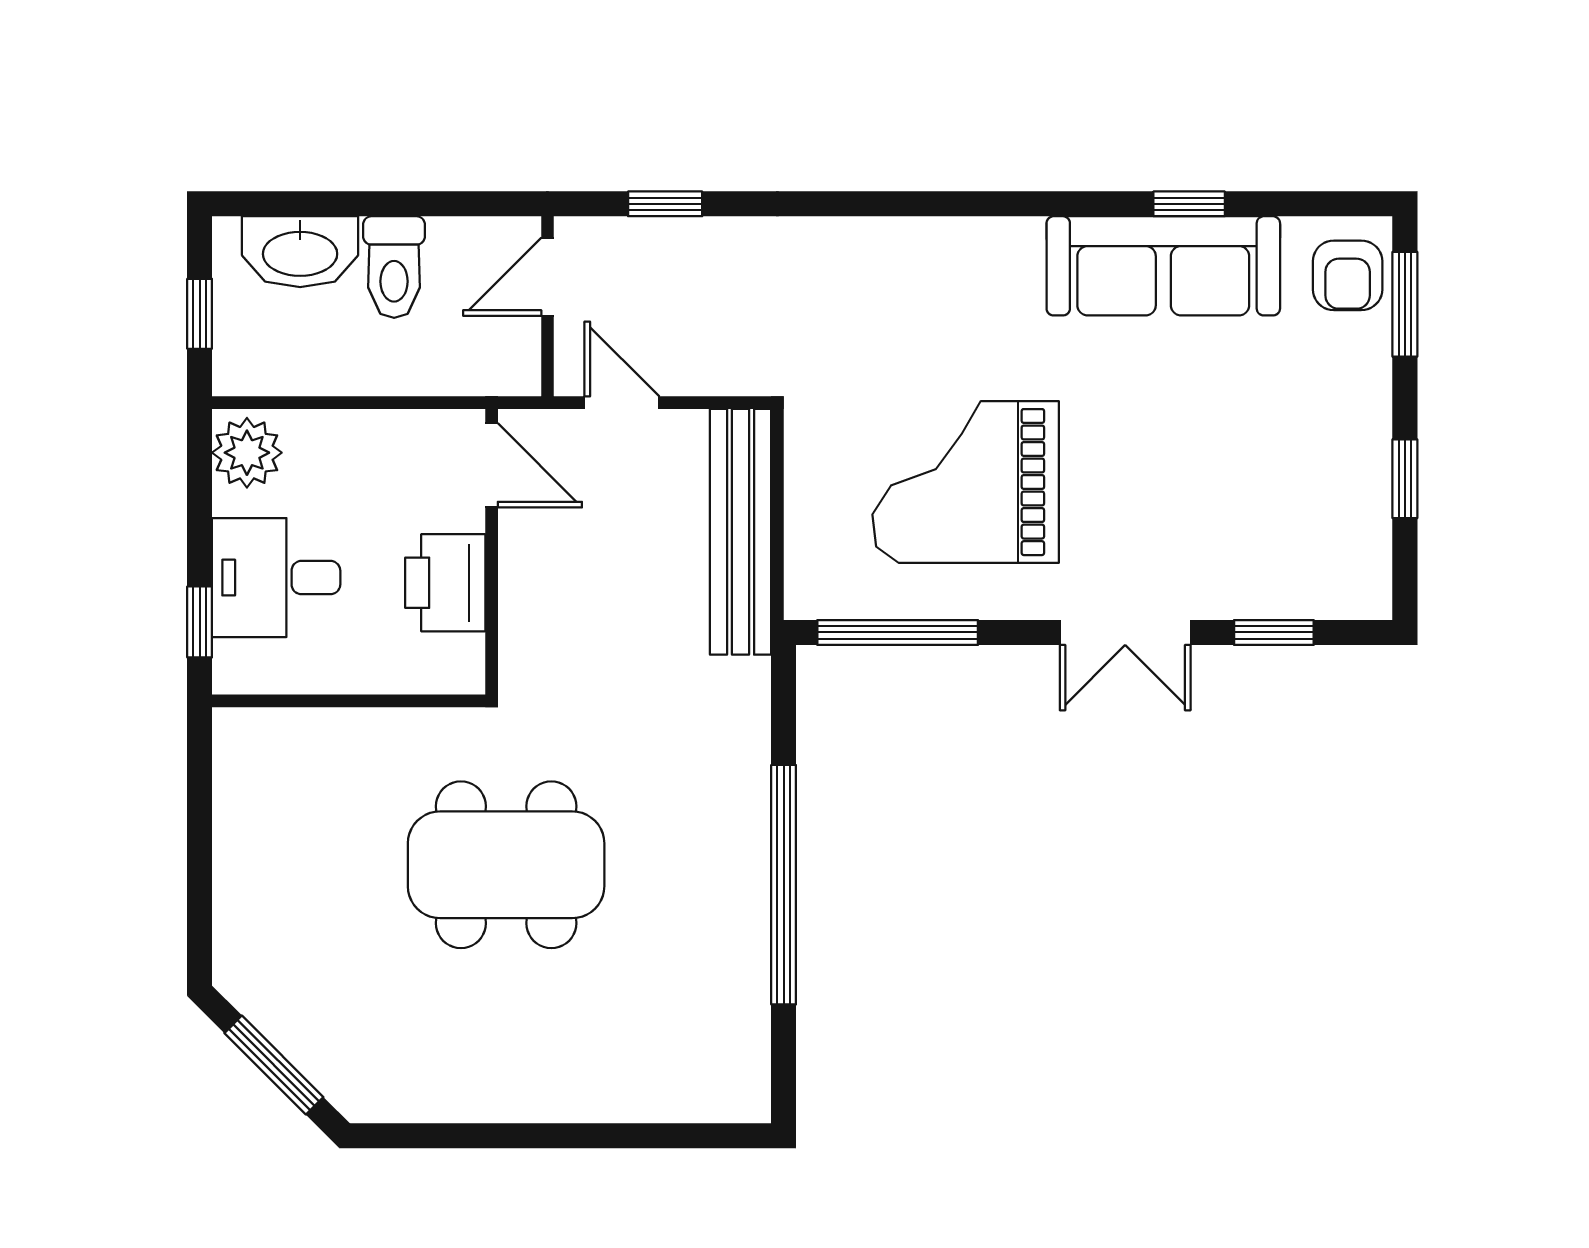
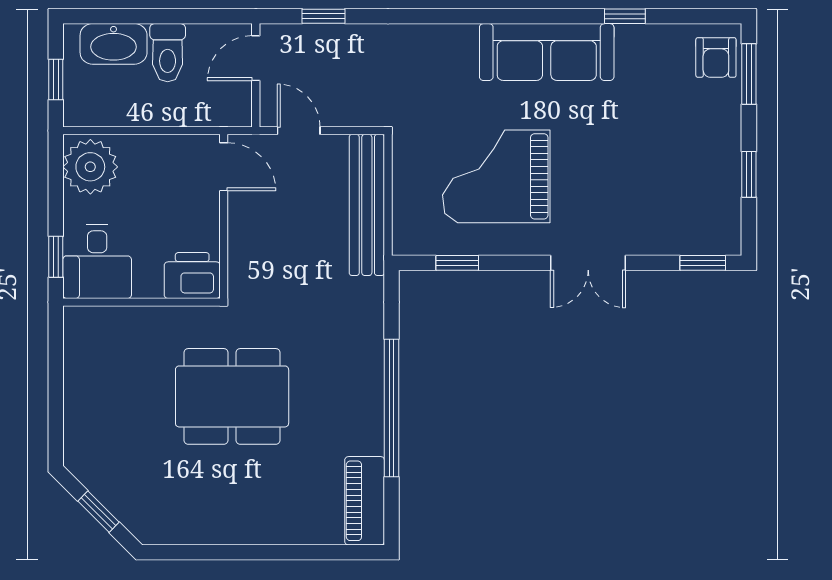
sofa: (1163, 266) -> (547, 52), moved
plant: (247, 453) -> (90, 167), width x1.36, depth x1.36
desk: (276, 578) -> (97, 262), moved, turned -90
printer: (445, 583) -> (192, 276), moved, turned 90
window: (898, 632) -> (457, 263), width x0.46
window: (1274, 632) -> (703, 263), moved
piano: (737, 1046) -> (365, 501), added
window: (274, 1065) -> (98, 512), width x0.67

